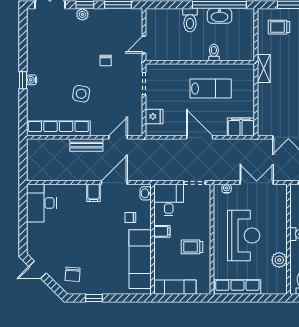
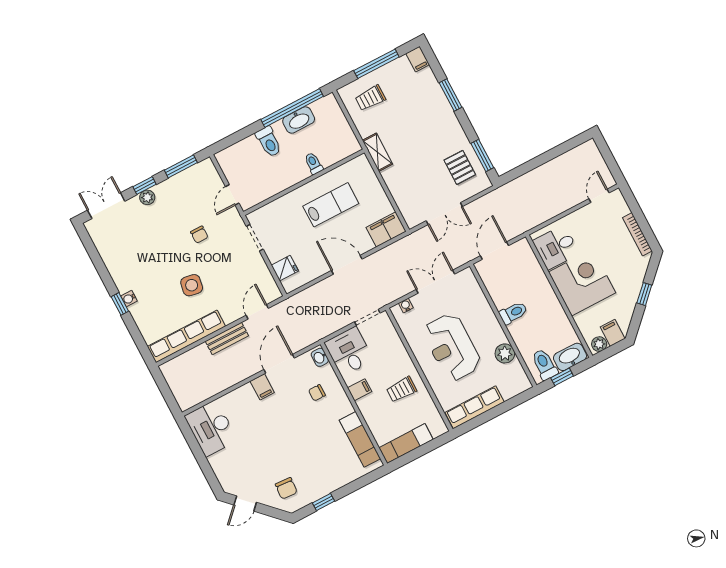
reception desk: (244, 236) -> (452, 347), turned 180
exam couch: (140, 259) -> (360, 439), width x0.73, depth x0.69

